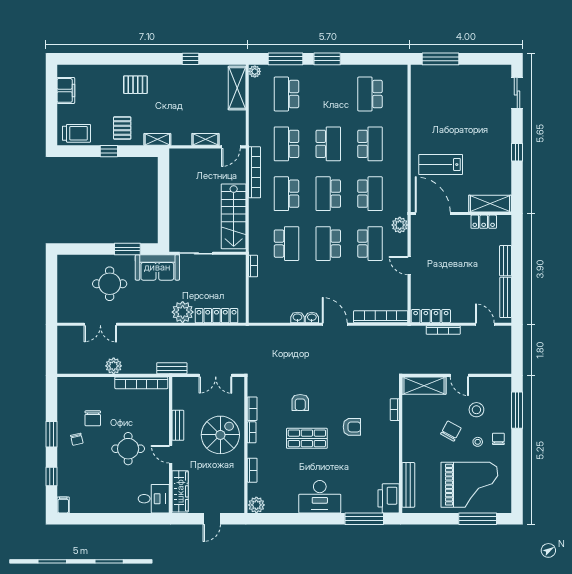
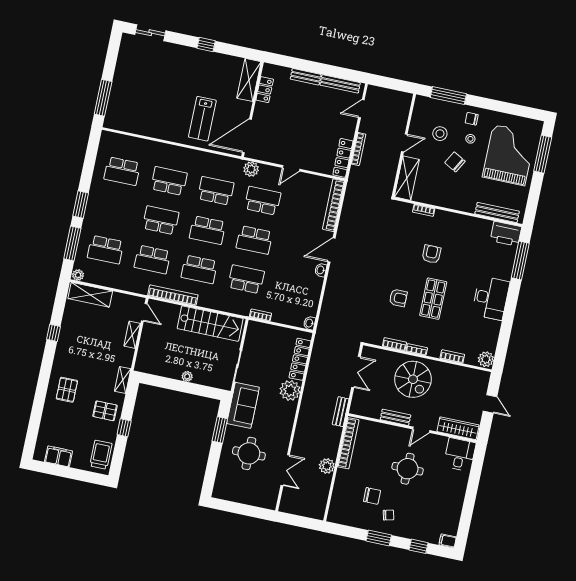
plant: (175, 204) -> (187, 376), added
washbasin: (297, 317) -> (309, 323), moved
spiral stairs: (220, 435) -> (413, 379), turned 180

